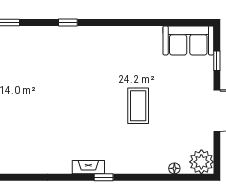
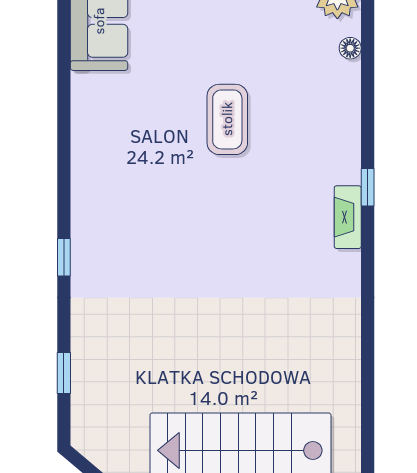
coffee table: (138, 106) -> (227, 119), turned 90

